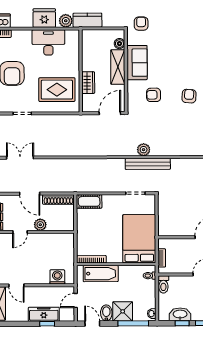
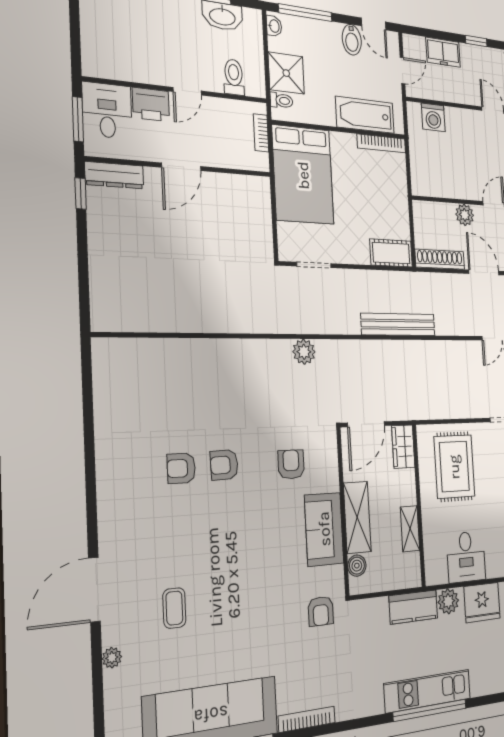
desk: (48, 42) -> (466, 557), width x0.73
shelving: (87, 59) -> (410, 529), added
wardrobe: (88, 83) -> (403, 447), moved
rug: (57, 90) -> (454, 467), turned 90
armchair: (154, 95) -> (291, 464), turned -90
armchair: (189, 96) -> (224, 465), turned 84
bench: (148, 164) -> (398, 324), moved
toilet: (163, 284) -> (234, 77), moved
shower: (123, 311) -> (286, 73), moved
freezer: (44, 314) -> (443, 52), width x0.71
window: (47, 324) -> (476, 41), moved

